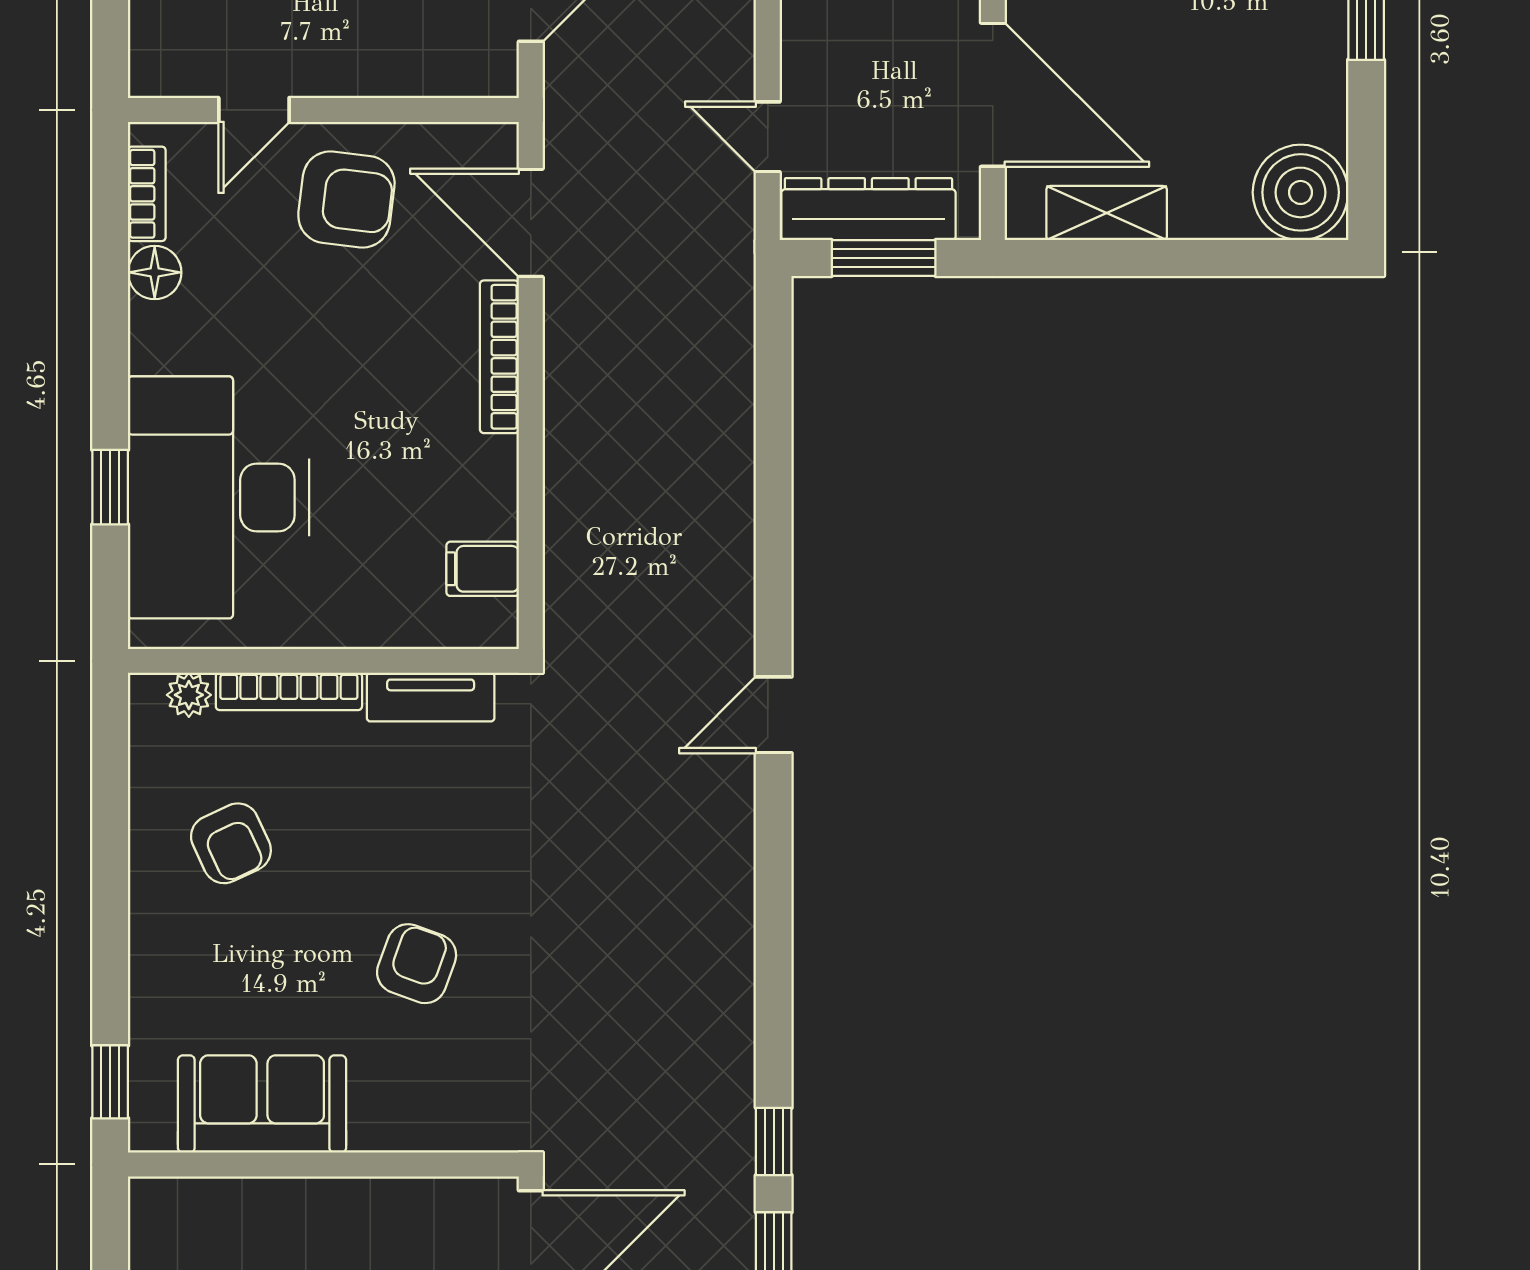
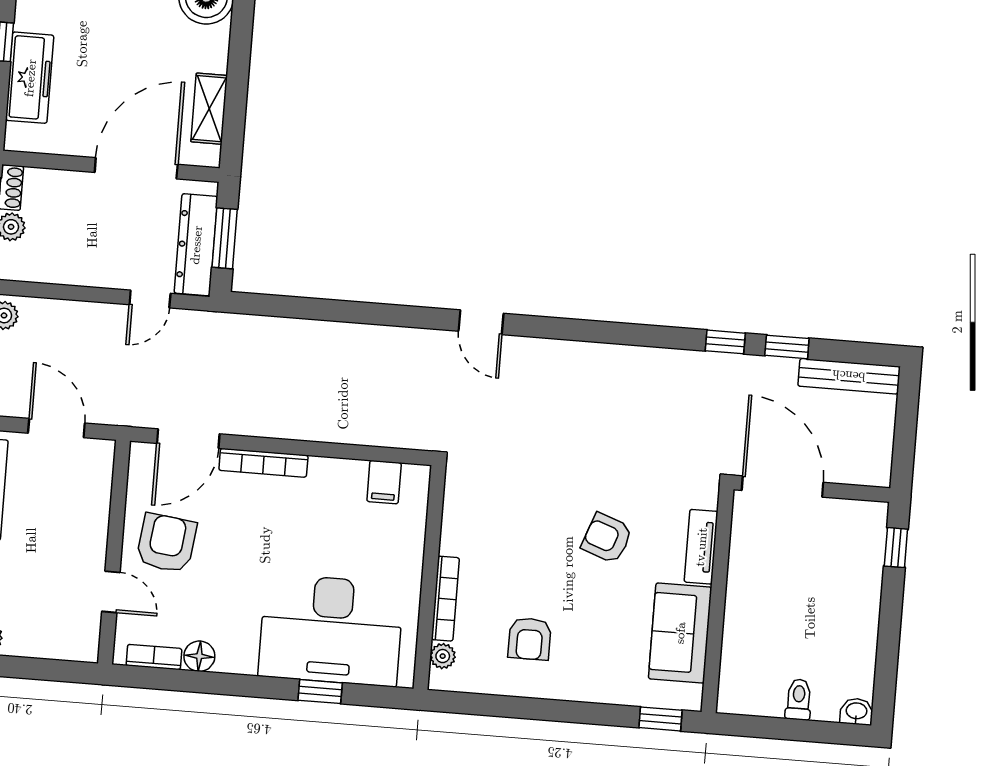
tv unit: (431, 697) -> (701, 547), moved, turned 180
armchair: (231, 843) -> (530, 639), turned 115

